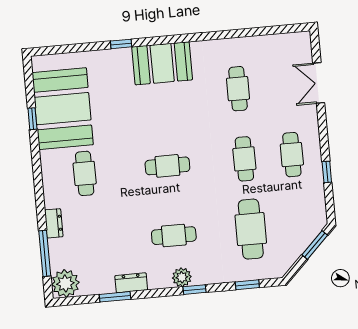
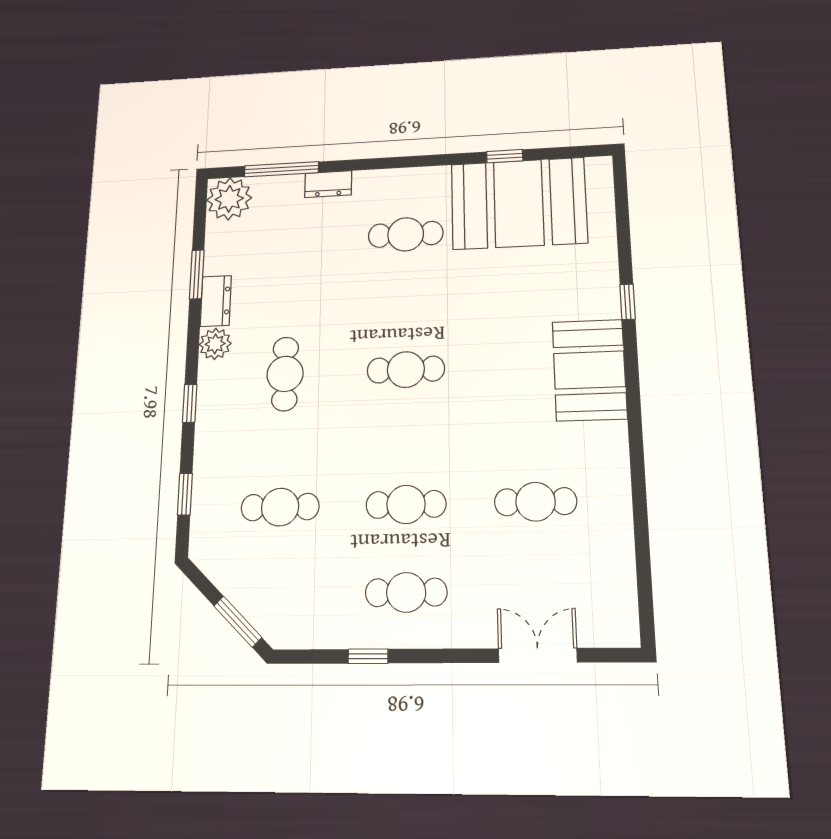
cafe table: (167, 166) -> (406, 370), turned 90
cafe table: (251, 229) -> (280, 507), width x0.73, depth x0.74
plant: (182, 277) -> (215, 344), moved

